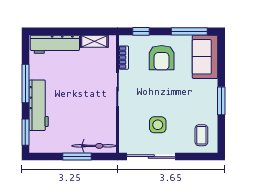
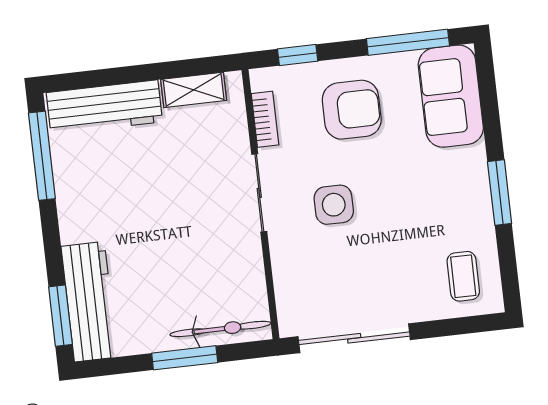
armchair: (162, 58) -> (352, 110), turned -90
window: (25, 83) -> (42, 156), moved
workbench: (39, 105) -> (89, 302), moved
side table: (158, 125) -> (334, 205), moved

